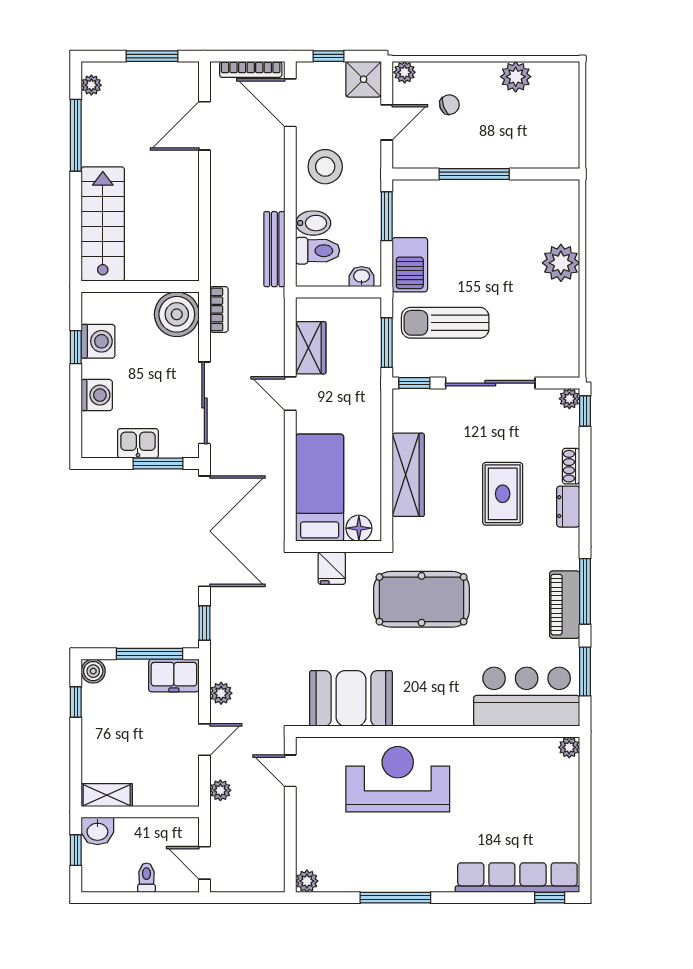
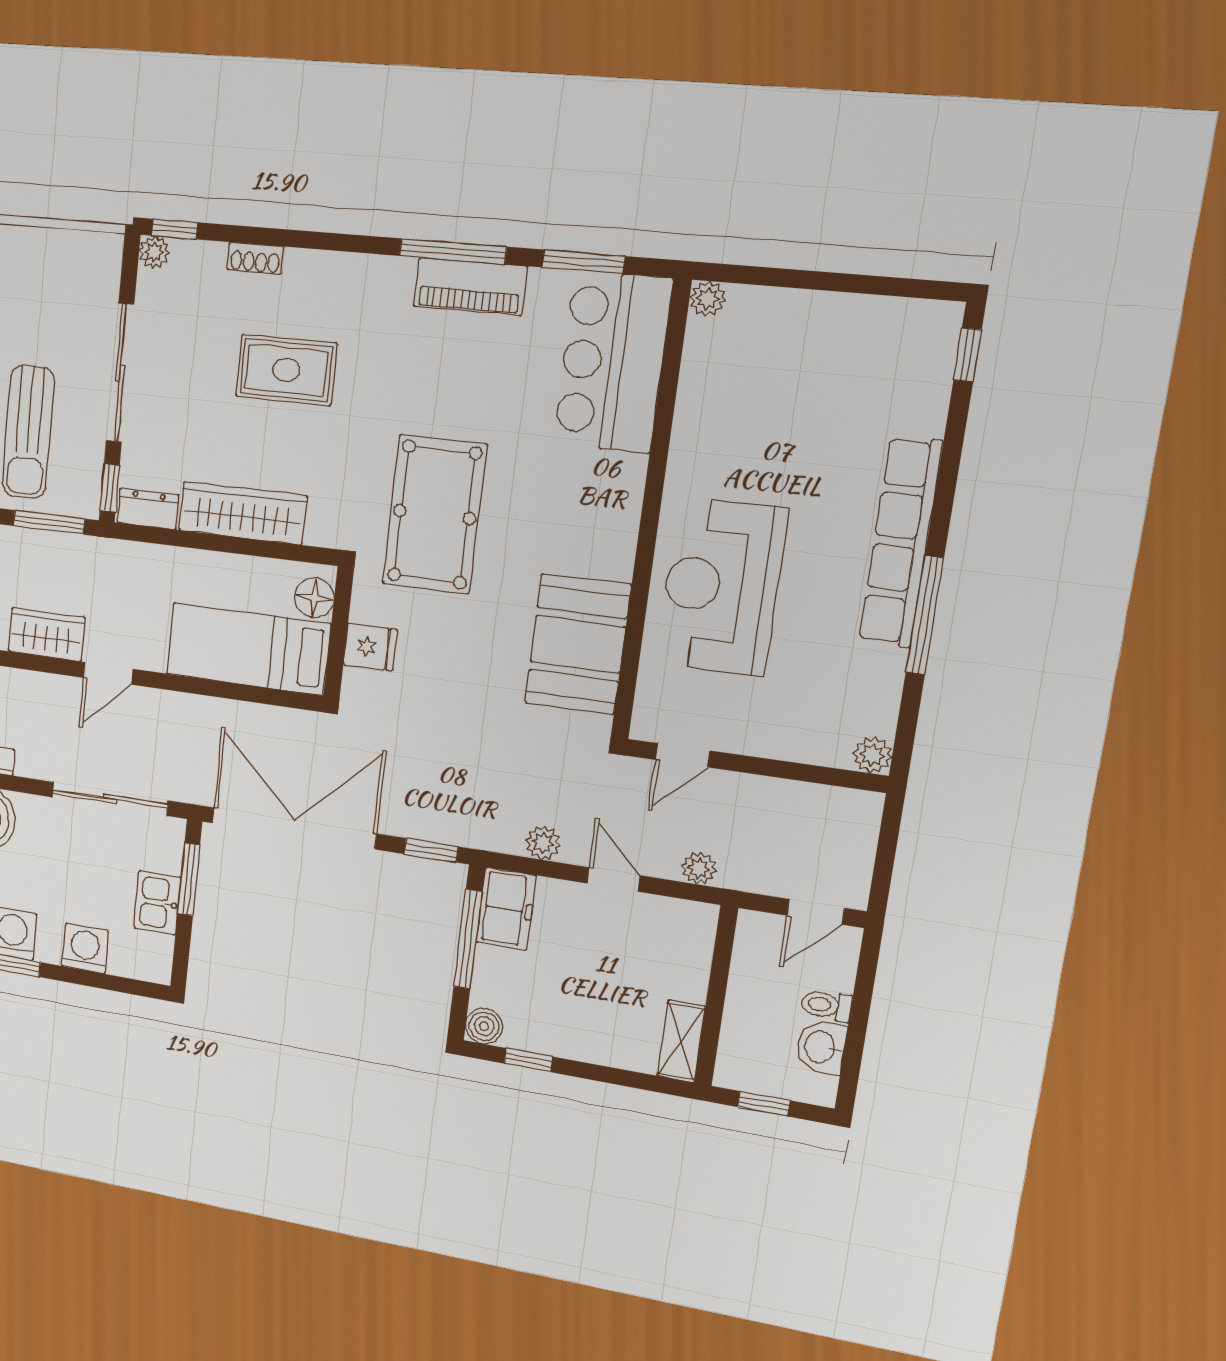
dresser: (568, 507) -> (148, 509), moved, turned 180
washbasin: (97, 831) -> (821, 1047), moved, turned 180
row of seats: (517, 878) -> (900, 542), moved

